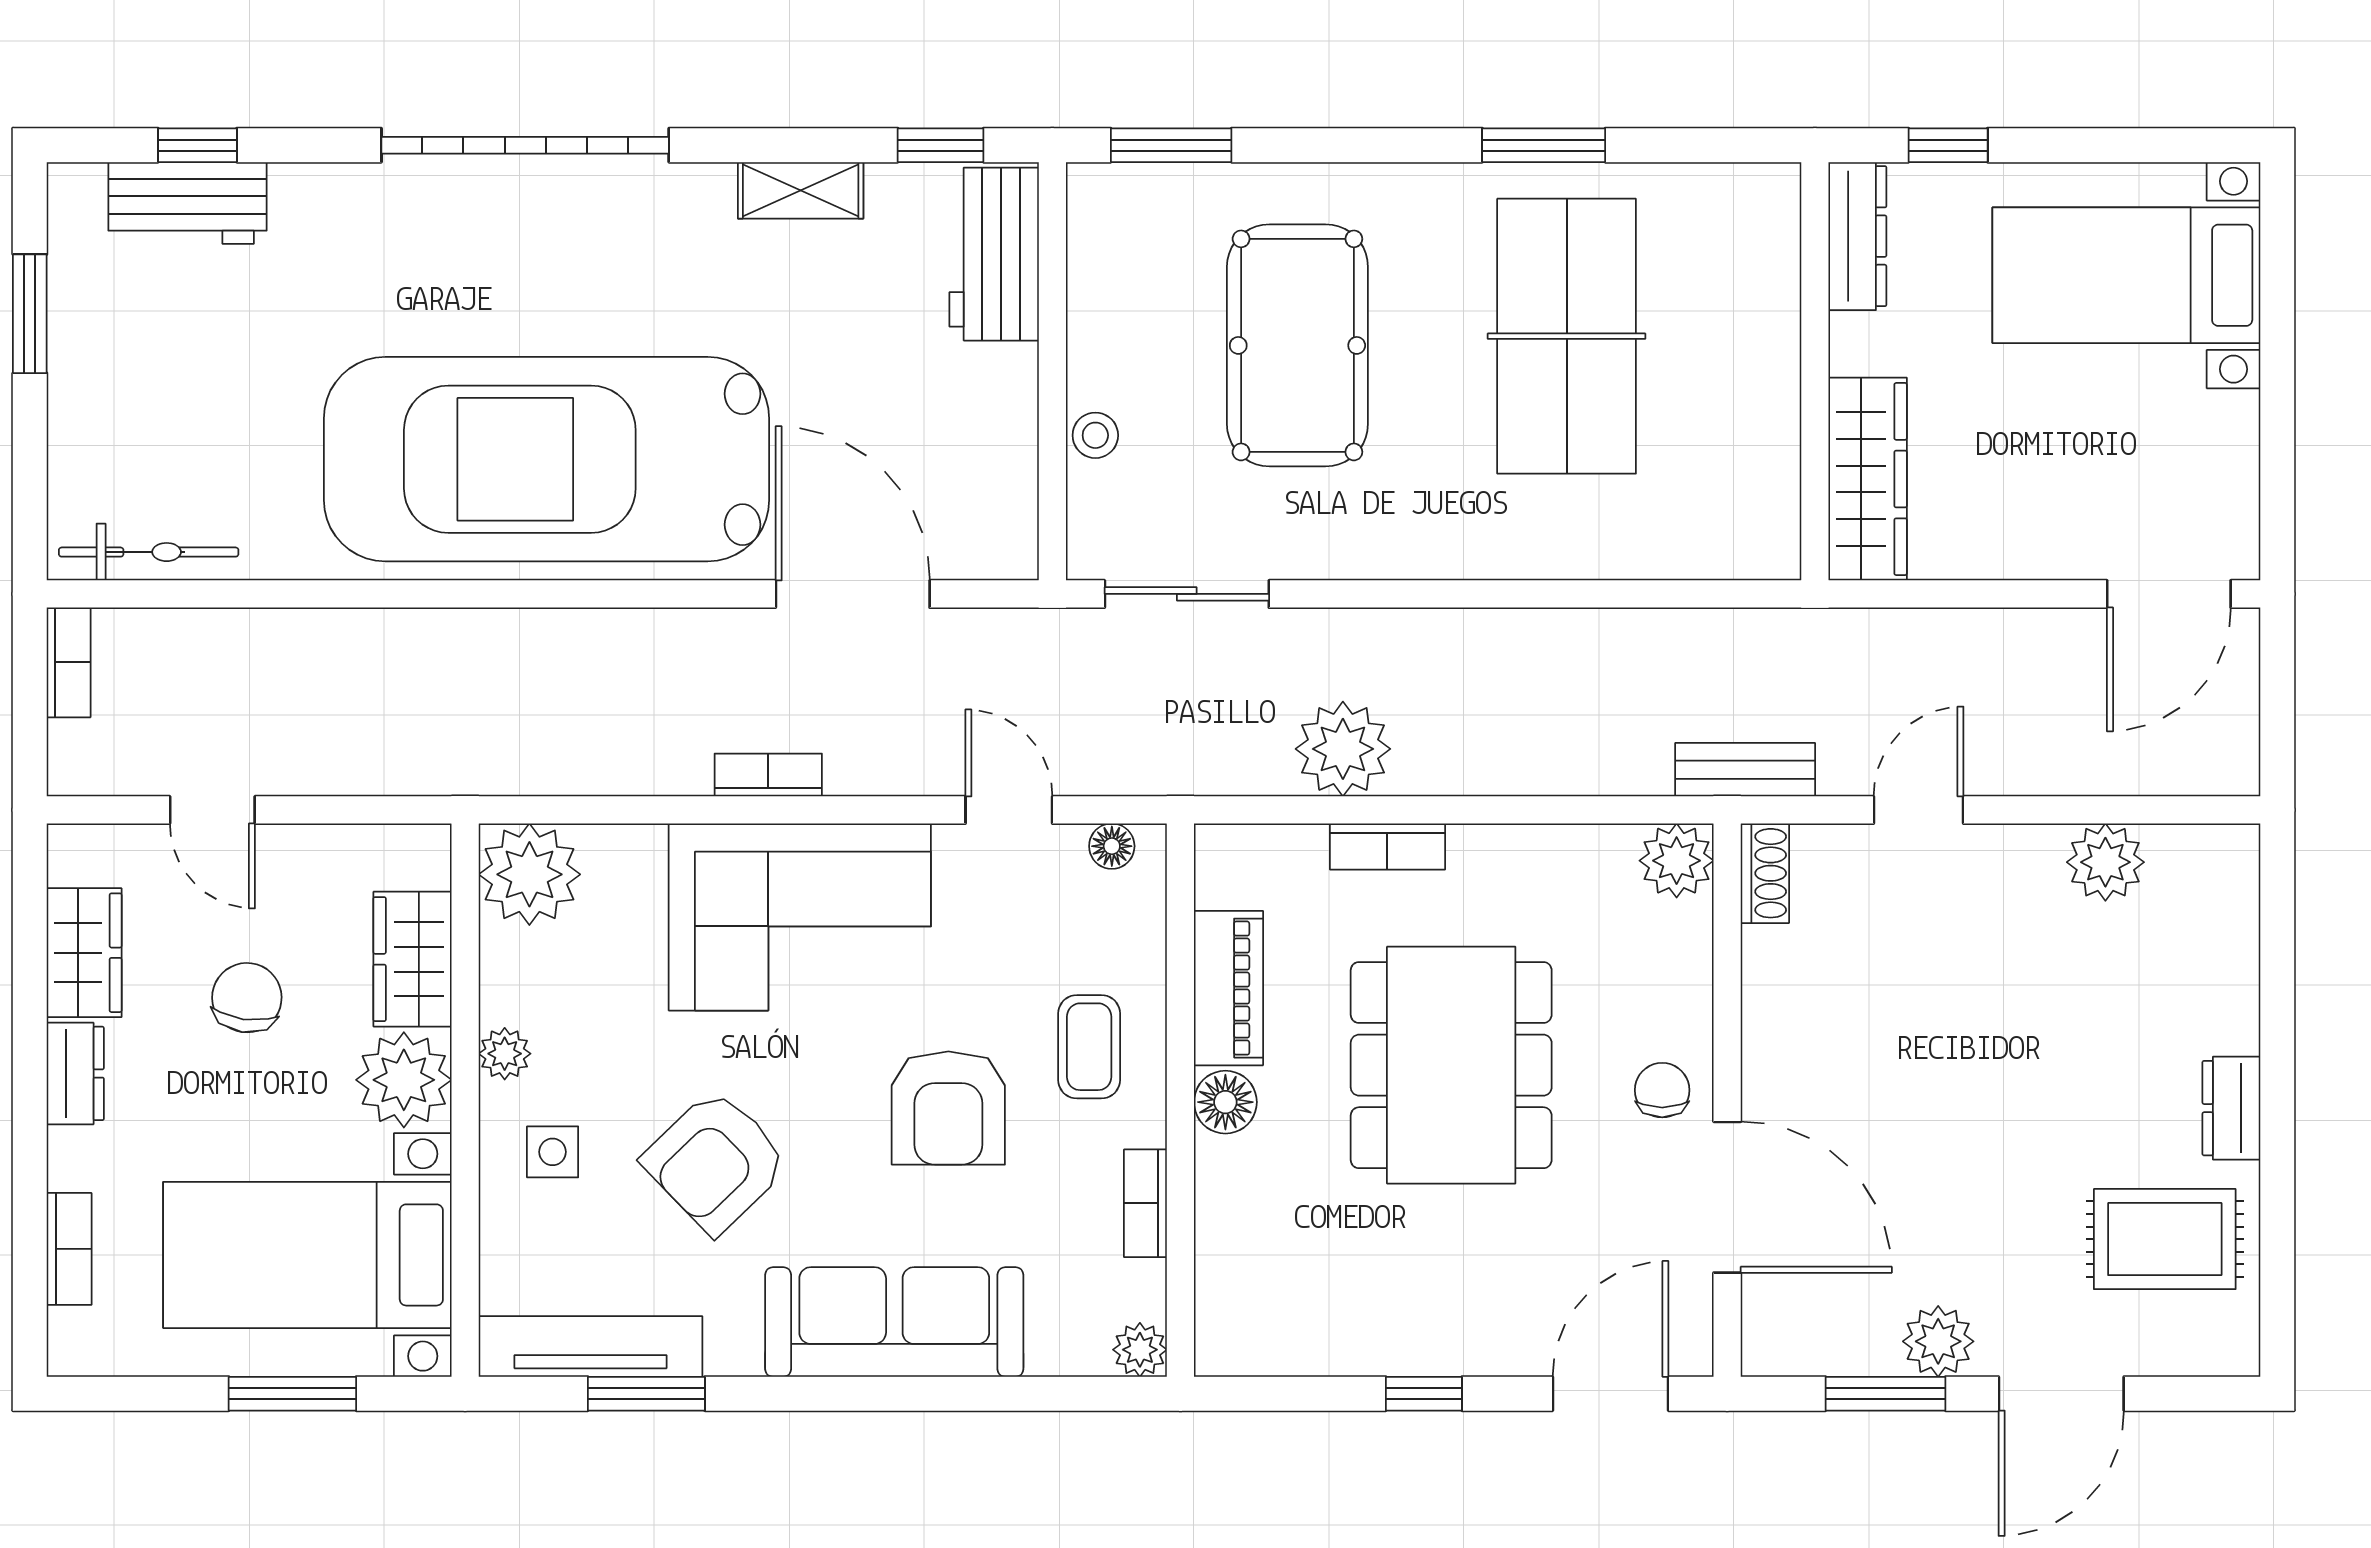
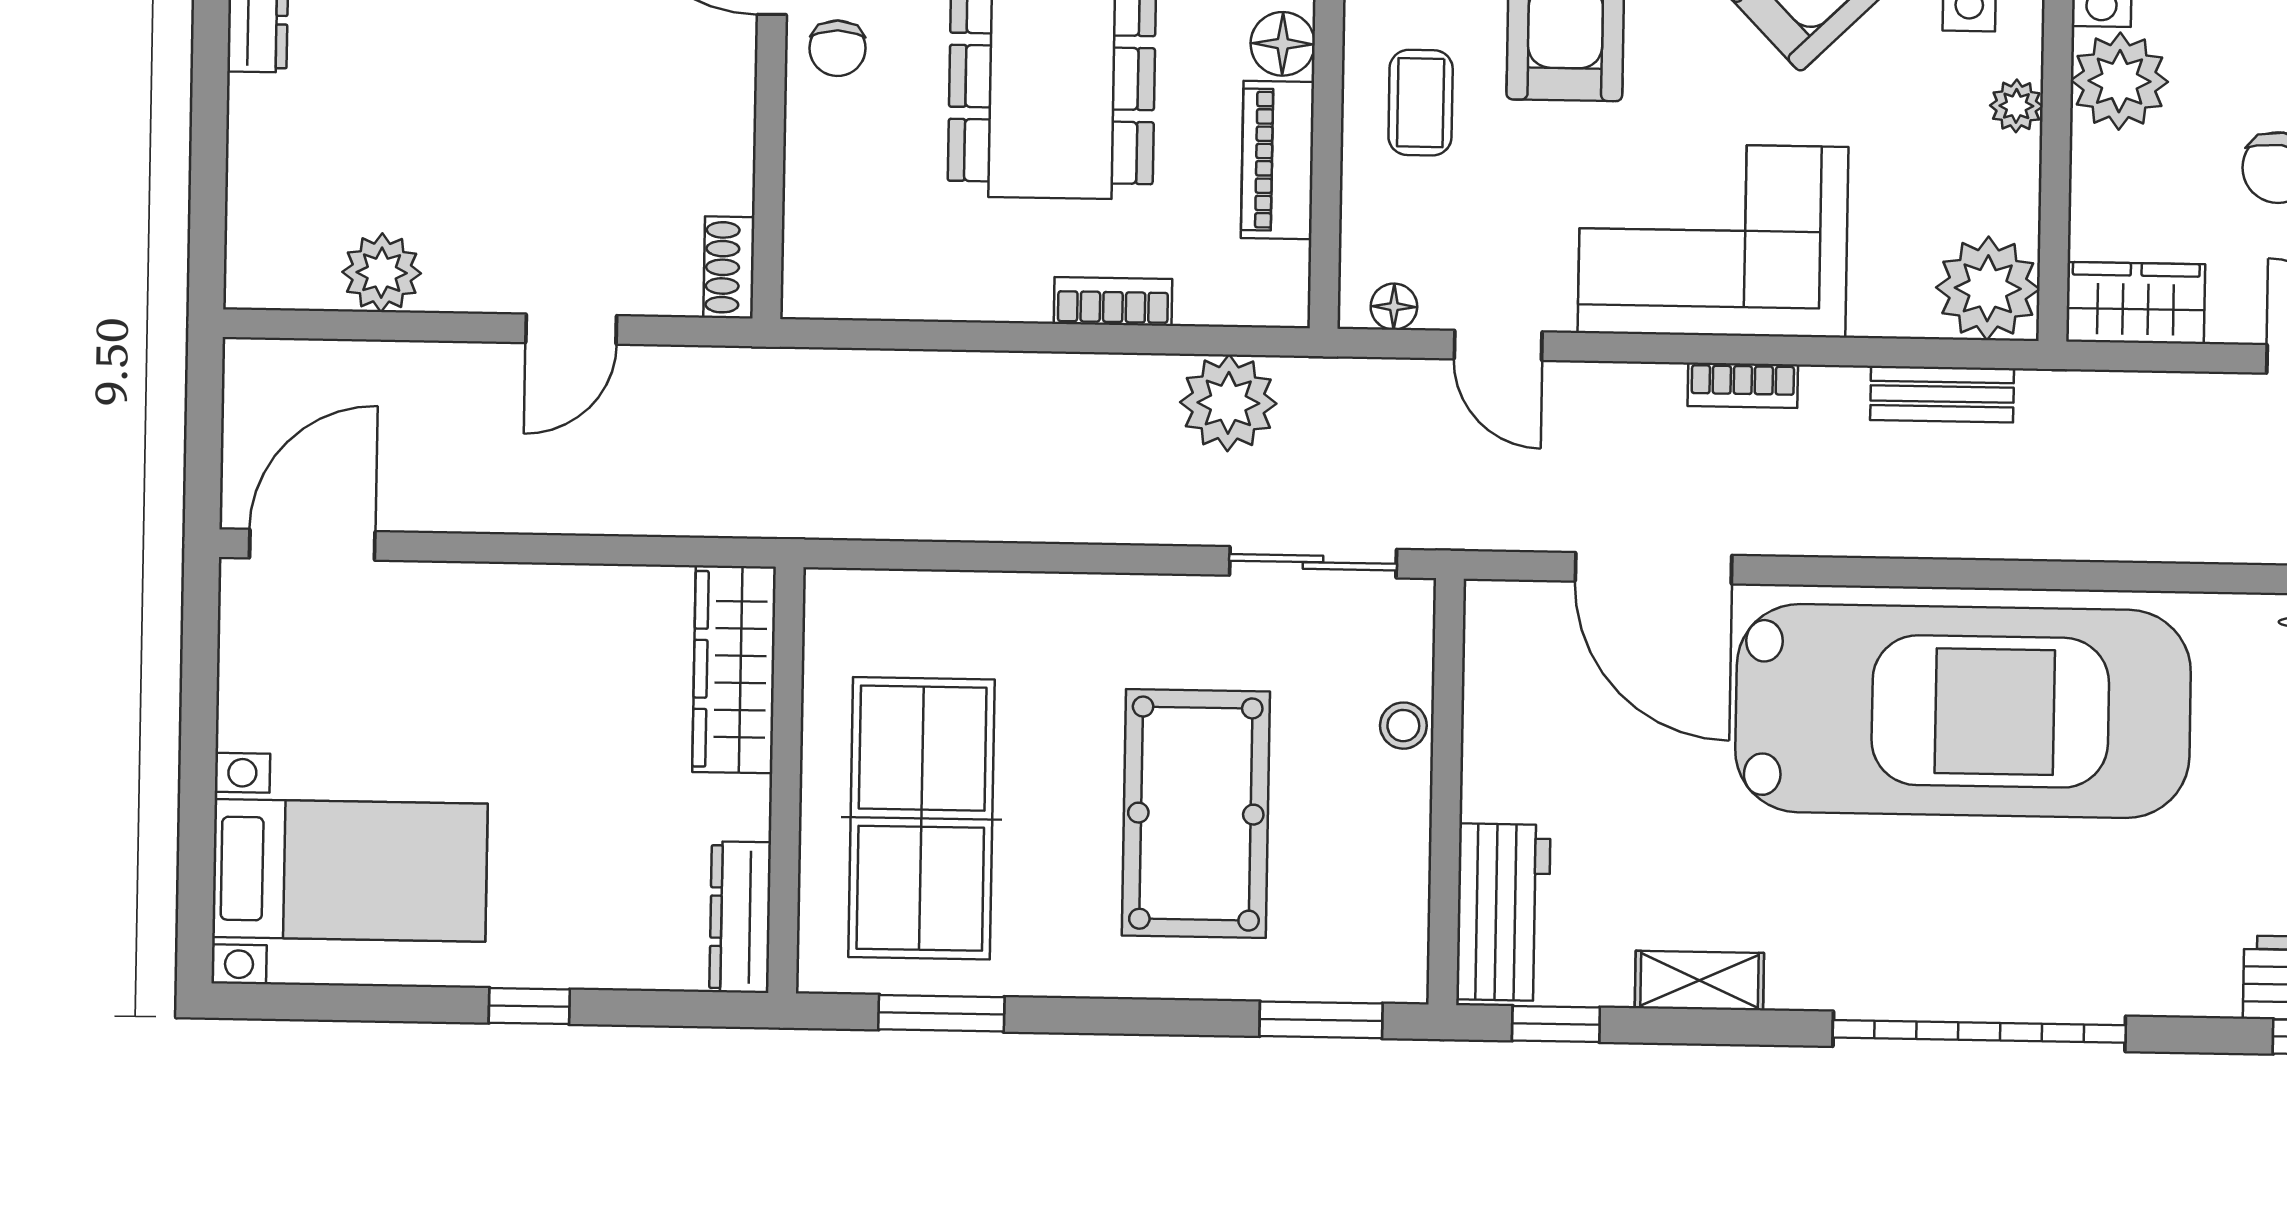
dresser: (1857, 236) -> (740, 917), moved
wall: (1815, 371) -> (786, 780), moved
wardrobe: (1868, 479) -> (734, 669), moved
plant: (1343, 749) -> (1228, 403), moved
bench: (1745, 770) -> (1942, 394), moved
plant: (1677, 861) -> (819, 282), removed
wardrobe: (413, 959) -> (2136, 303), moved, turned -90

